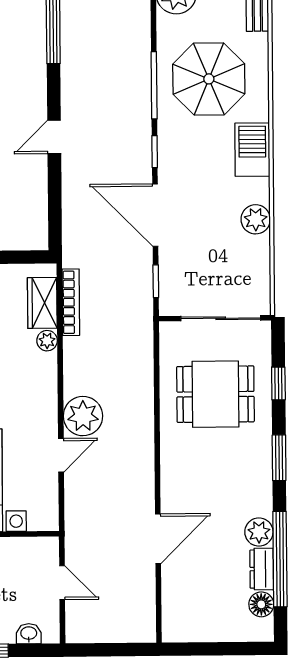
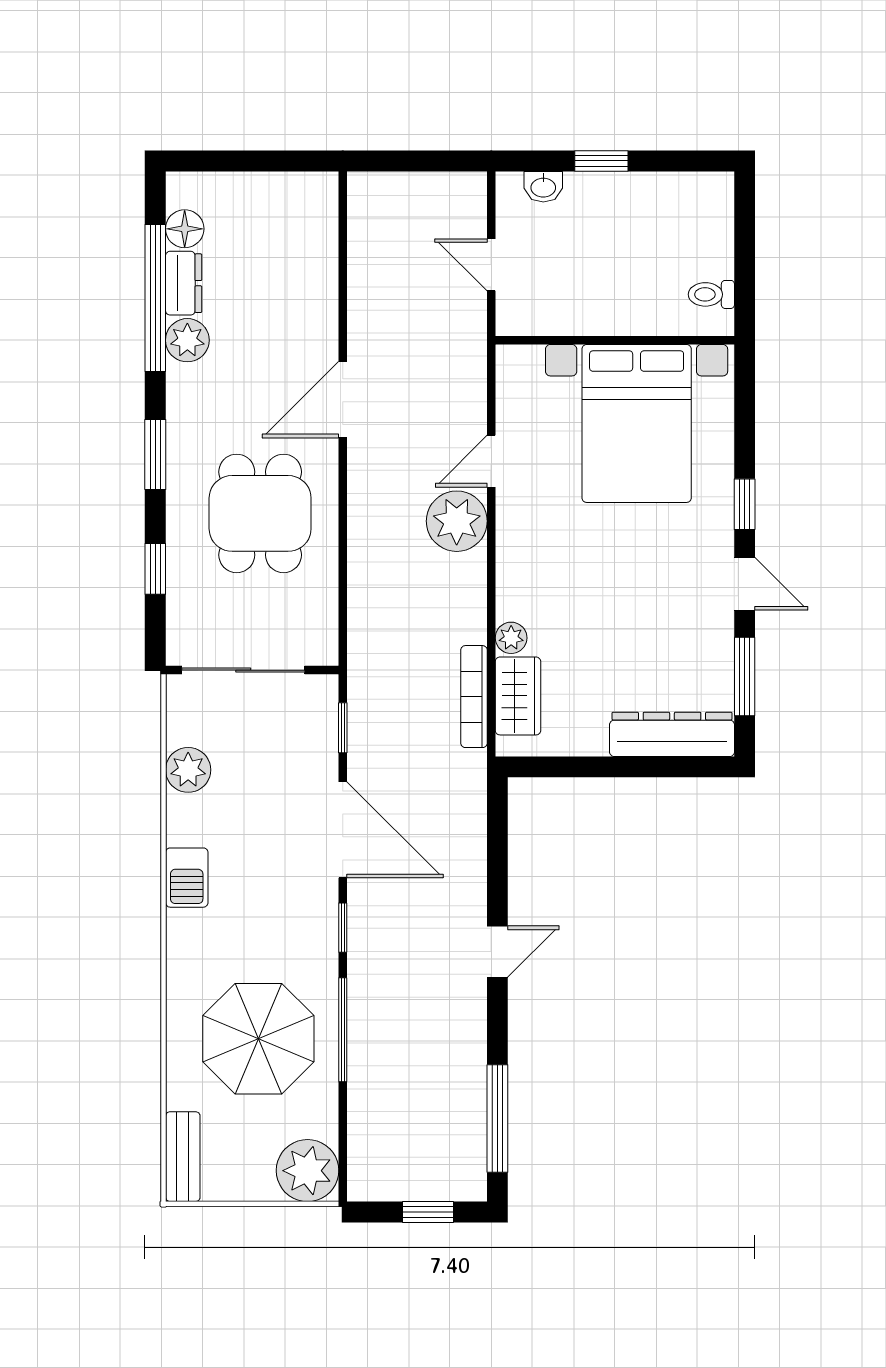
barbecue: (252, 150) -> (187, 878), moved, width x0.73, depth x0.79
plant: (256, 219) -> (188, 770), moved
dining table: (215, 394) -> (260, 513), moved, turned 90
door: (158, 539) -> (343, 400), moved

